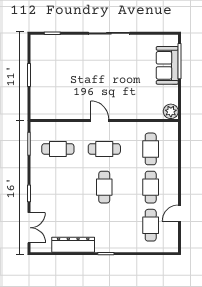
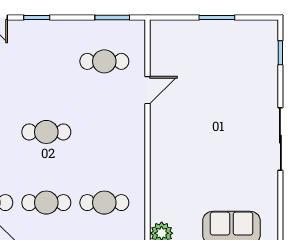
door: (100, 121) -> (148, 90), moved
cafe table: (58, 149) -> (104, 61), turned 90
cafe table: (104, 149) -> (104, 132), removed

